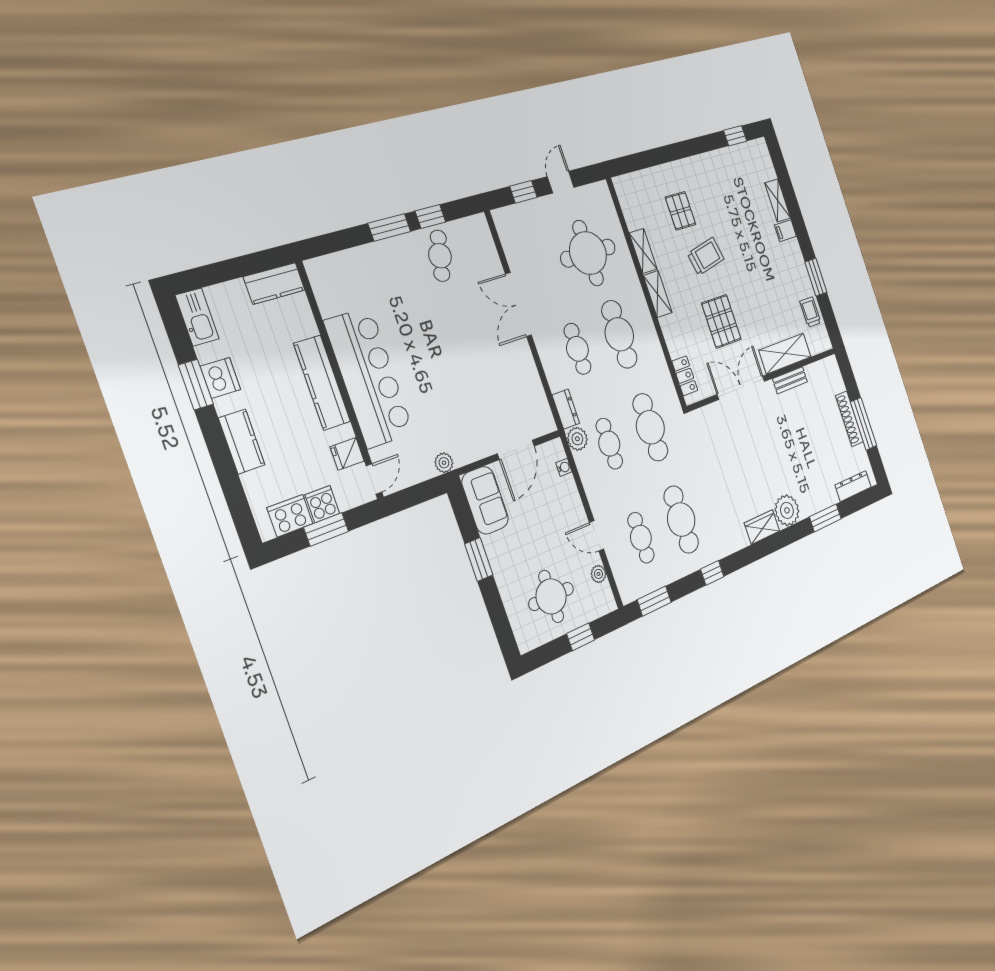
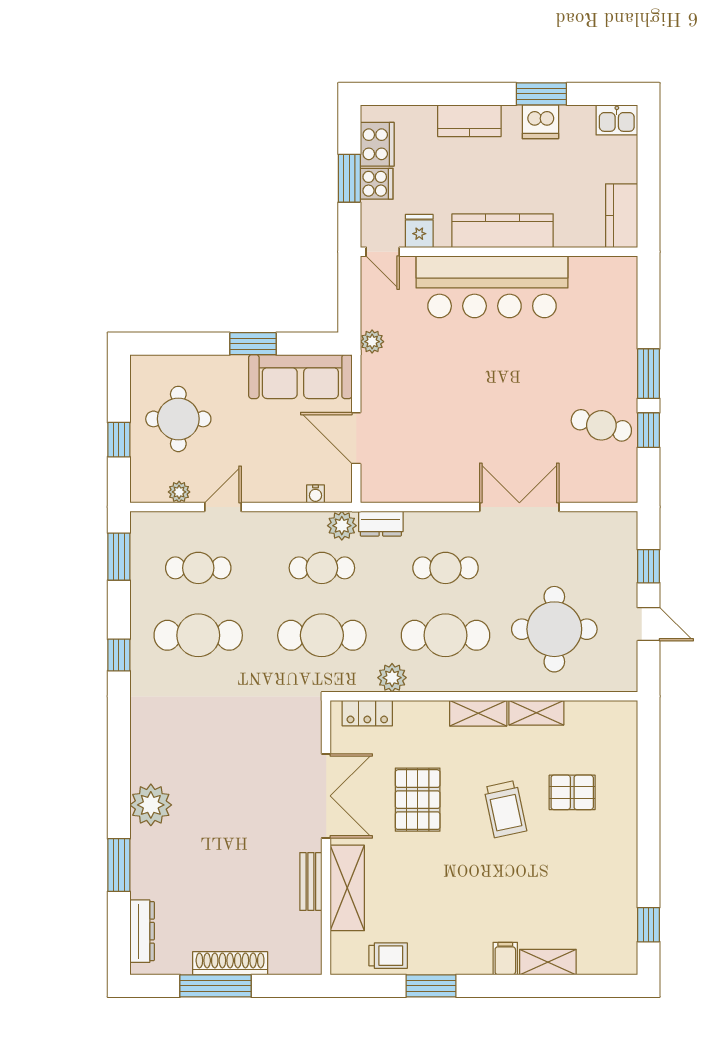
kitchen sink: (197, 317) -> (617, 120), width x0.73
pallet: (721, 321) -> (418, 800), turned 90
plant: (658, 365) -> (392, 678), added
sofa: (485, 500) -> (300, 377), width x1.36
wardrobe: (762, 527) -> (145, 756), removed

